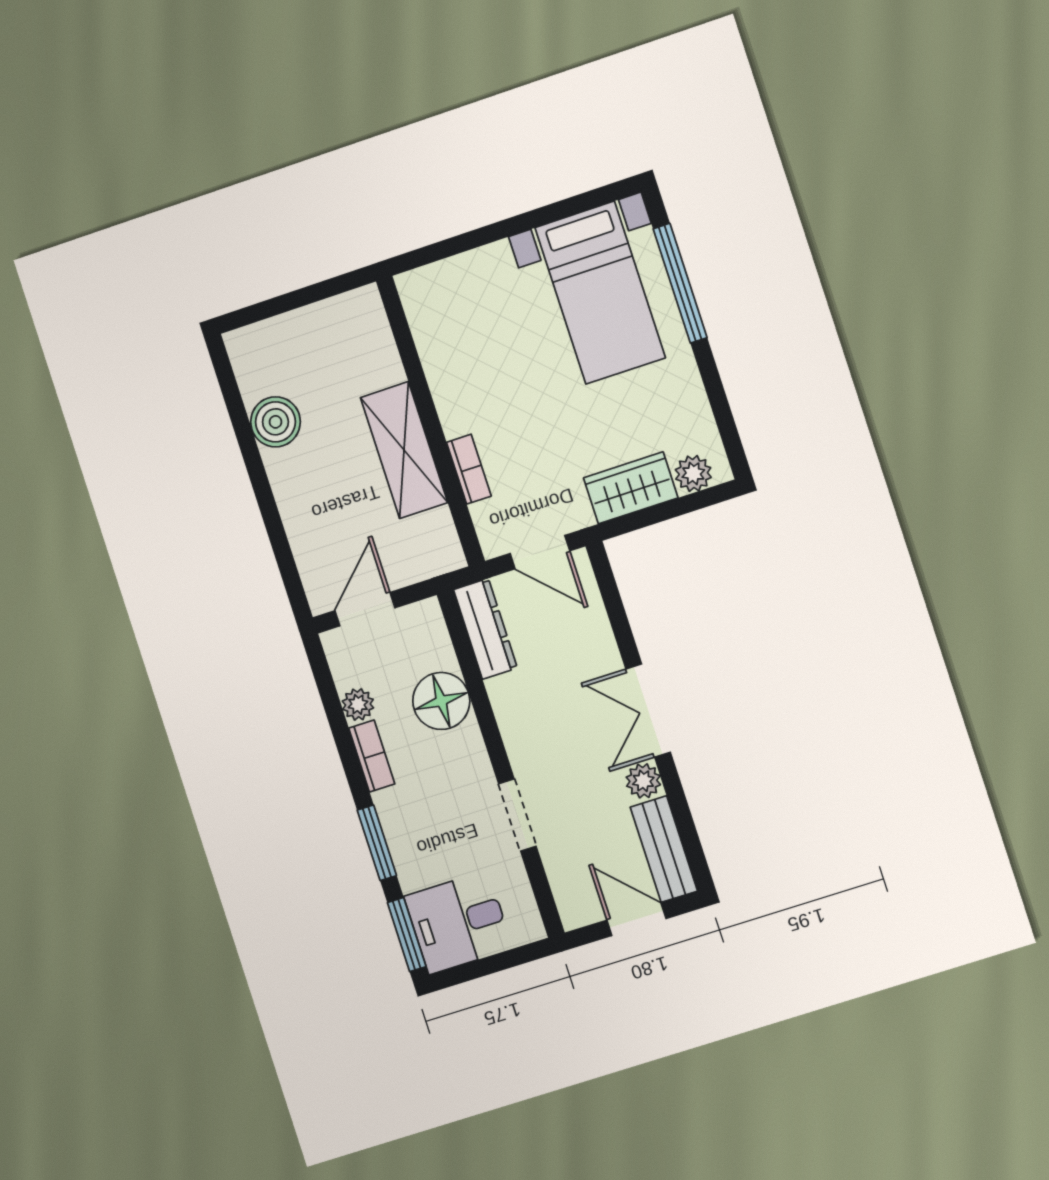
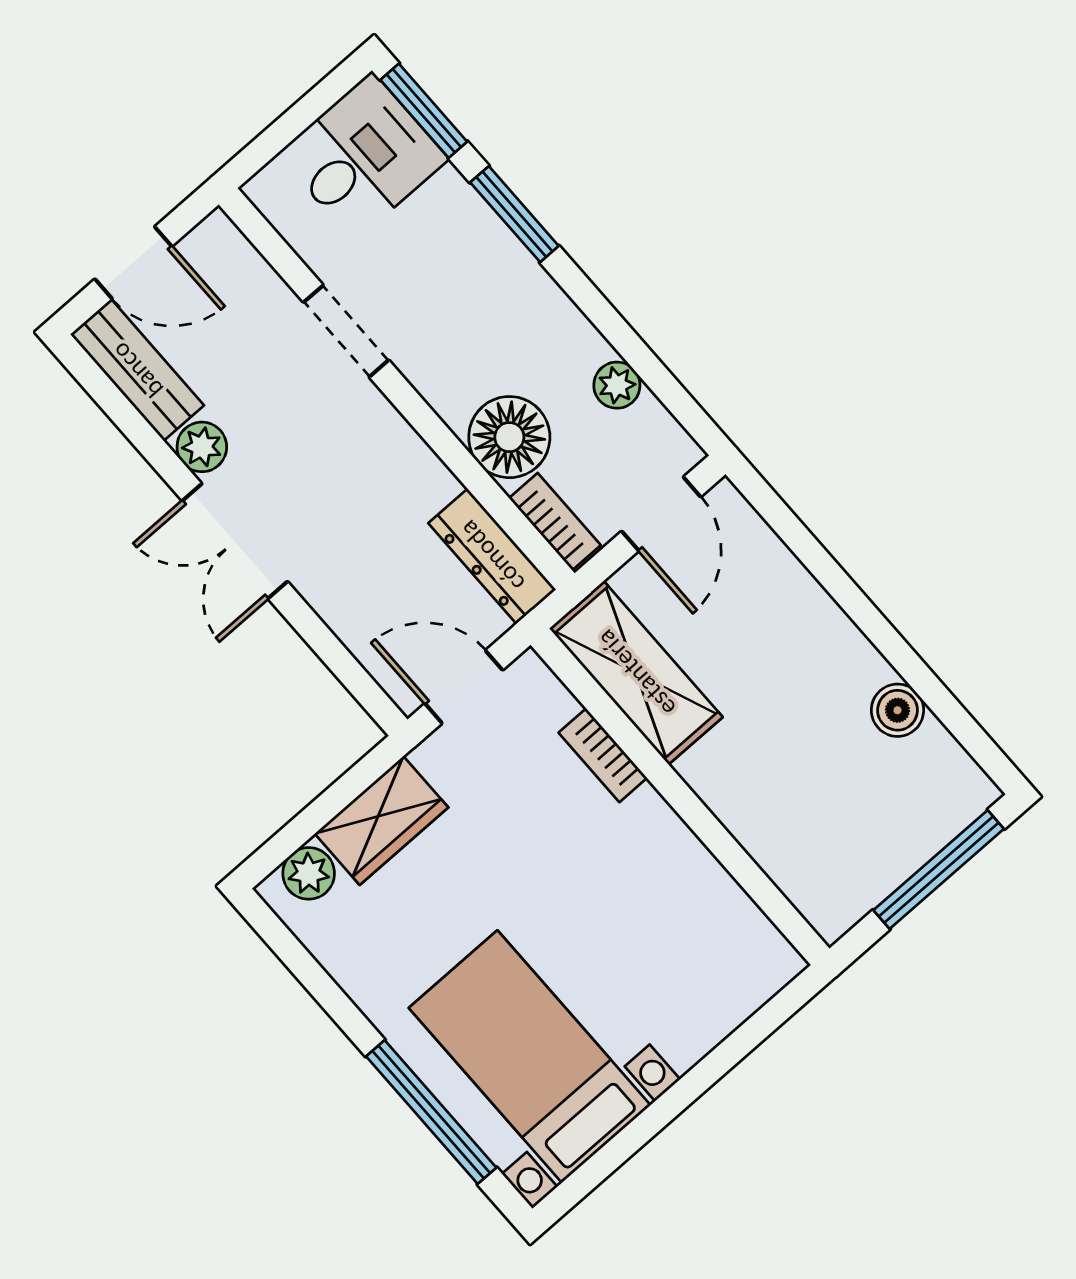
window: (284, 303) -> (939, 870), added
boiler: (275, 422) -> (897, 710), width x0.73, depth x0.73
shelving: (404, 450) -> (636, 673), moved
double door: (648, 710) -> (235, 541), swing flipped
bookcase: (372, 756) -> (555, 522), moved, turned 180

